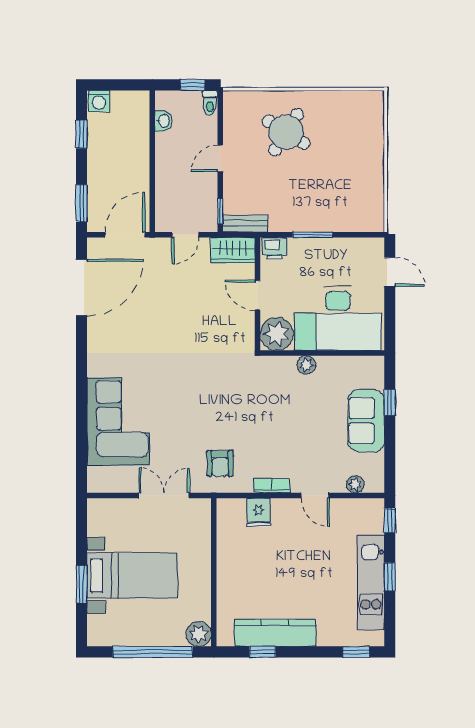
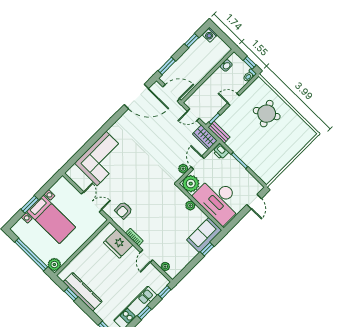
round table: (286, 132) -> (267, 114), turned 30
plant: (246, 323) -> (183, 169), added
sofa: (366, 421) -> (204, 235), moved
fridge: (258, 512) -> (118, 244), width x1.88, depth x1.34

